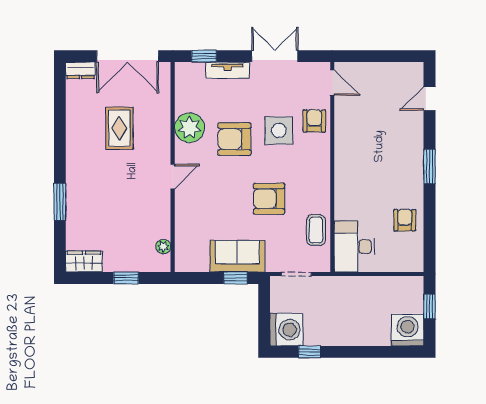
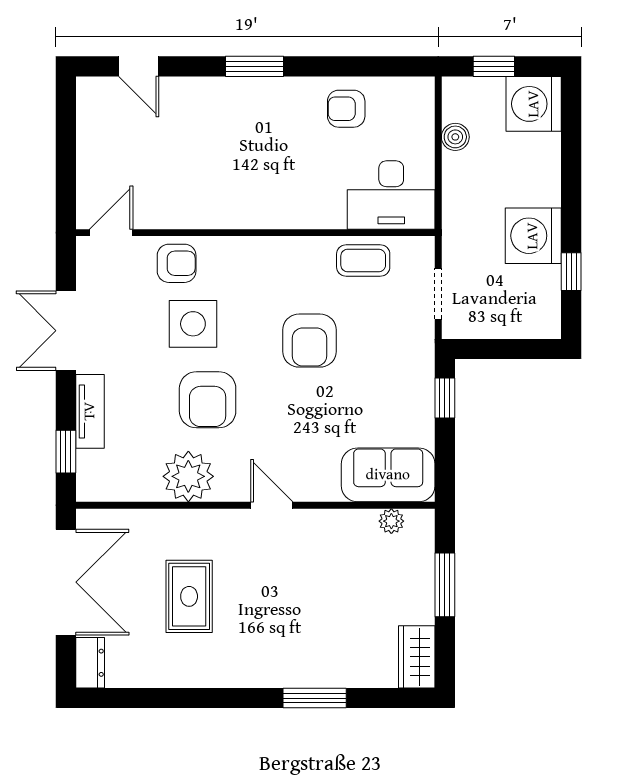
armchair: (314, 121) -> (177, 263), turned 180
rug: (119, 128) -> (189, 596), turned 90
sofa: (237, 256) -> (388, 475), moved, turned 90
window: (126, 278) -> (445, 585), width x1.50
boiler: (388, 284) -> (455, 137), added
washing machine: (286, 330) -> (533, 236), moved, turned -90

